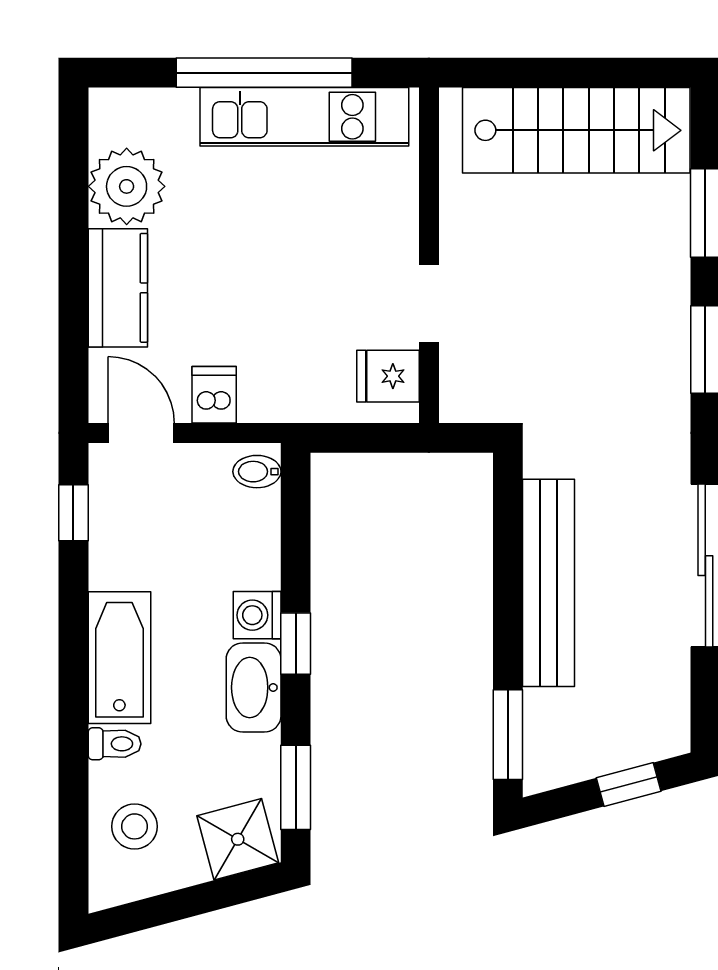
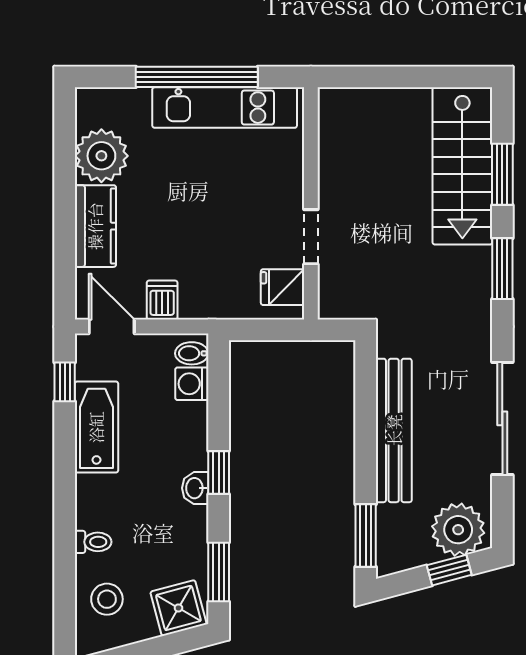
stairs: (576, 130) -> (462, 166), moved, turned 90
washing machine: (257, 615) -> (192, 384), moved
bathtub: (119, 658) -> (96, 427), moved
washbasin: (254, 687) -> (195, 488), width x0.52, depth x0.69
plant: (642, 726) -> (458, 530), added

